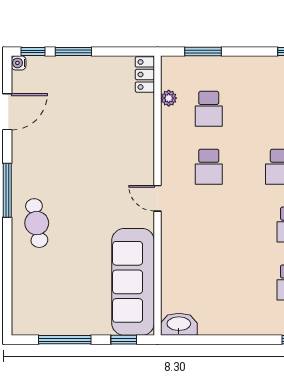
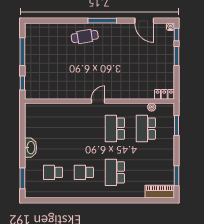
school desk: (209, 109) -> (146, 129), width x1.85
school desk: (209, 167) -> (115, 129), width x1.85
sofa: (133, 282) -> (53, 88), removed
washbasin: (179, 324) -> (31, 148), moved

